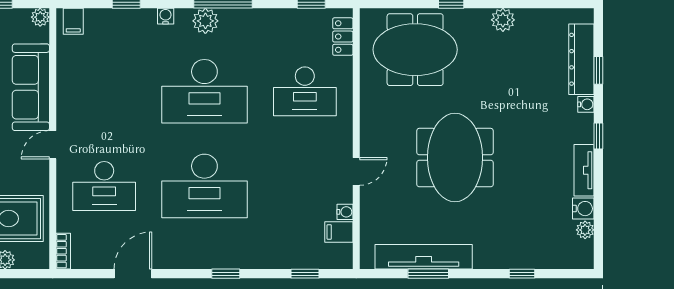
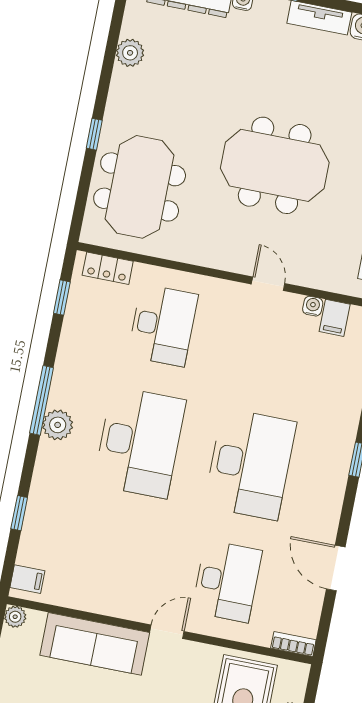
water cooler: (166, 16) -> (43, 470), removed
plant: (503, 20) -> (130, 53), moved
door: (53, 145) -> (167, 632), swing flipped

